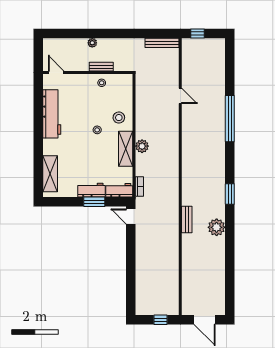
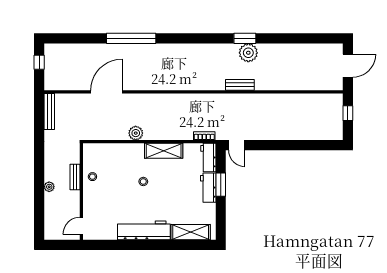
window: (197, 33) -> (39, 62), moved
door: (180, 96) -> (106, 92), width x1.88
workbench: (52, 114) -> (144, 230), moved
stool: (119, 118) -> (130, 158), removed
plant: (142, 146) -> (136, 133), moved
window: (230, 194) -> (245, 38), moved
door: (131, 217) -> (237, 145), hinge flipped

